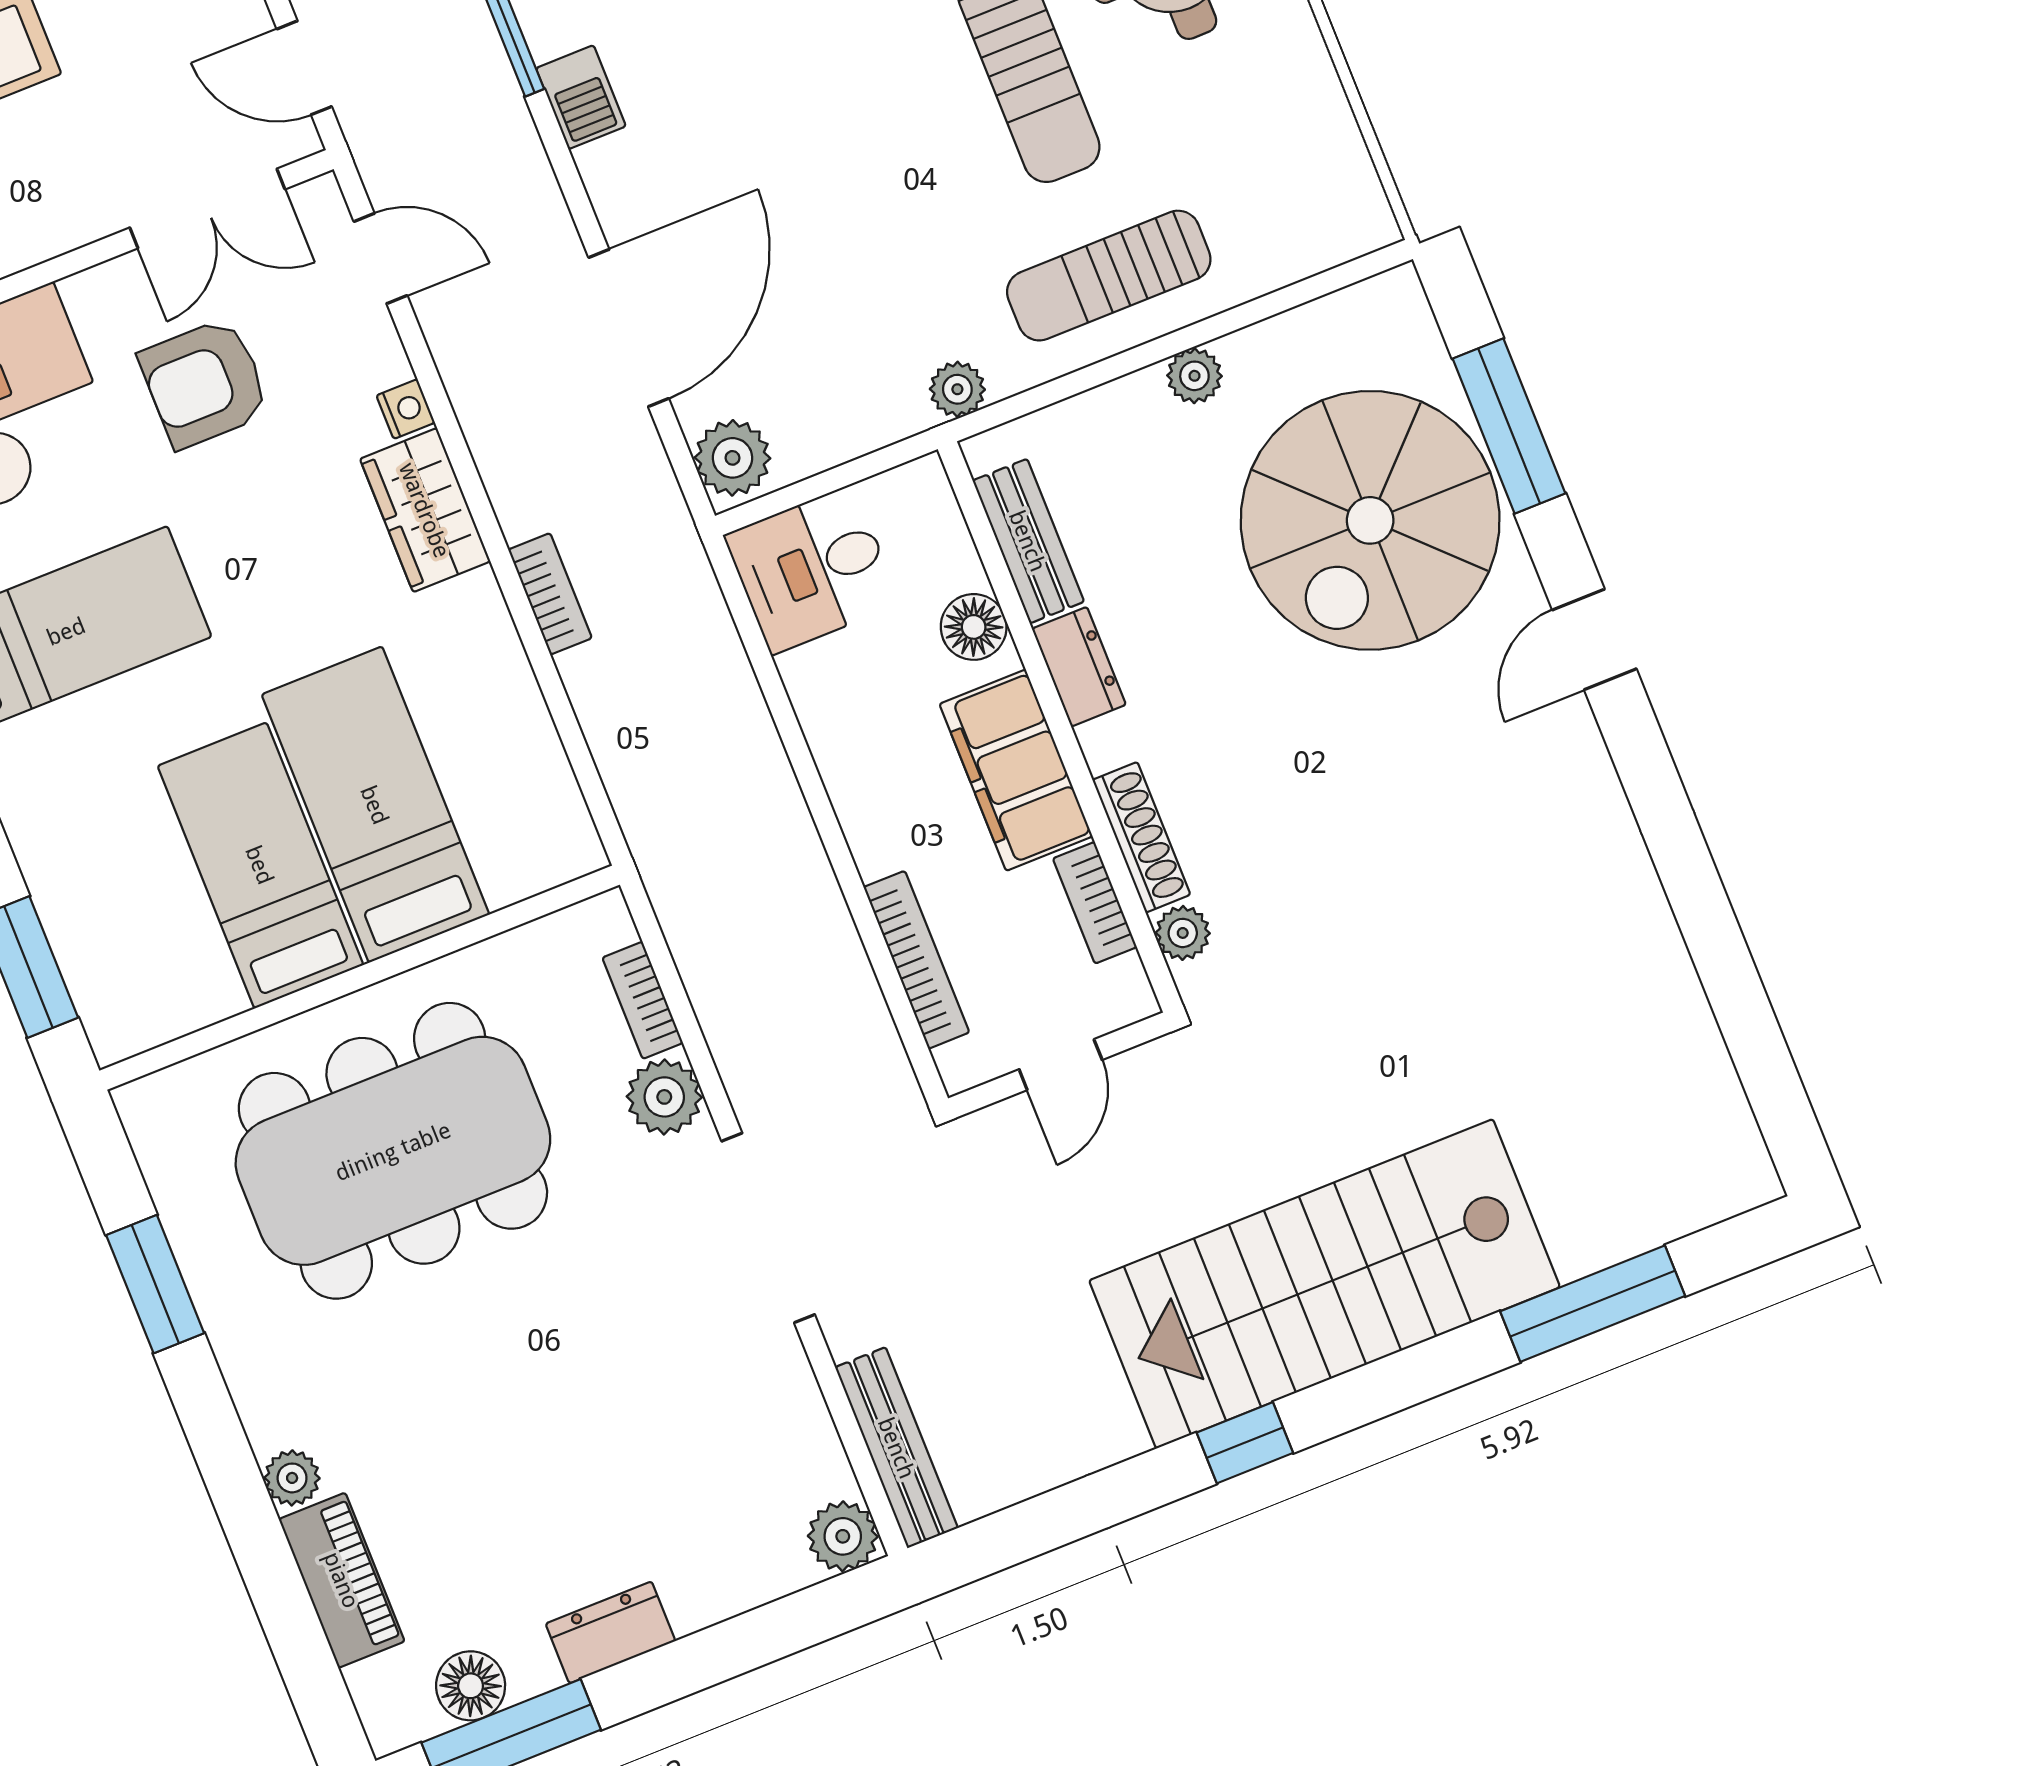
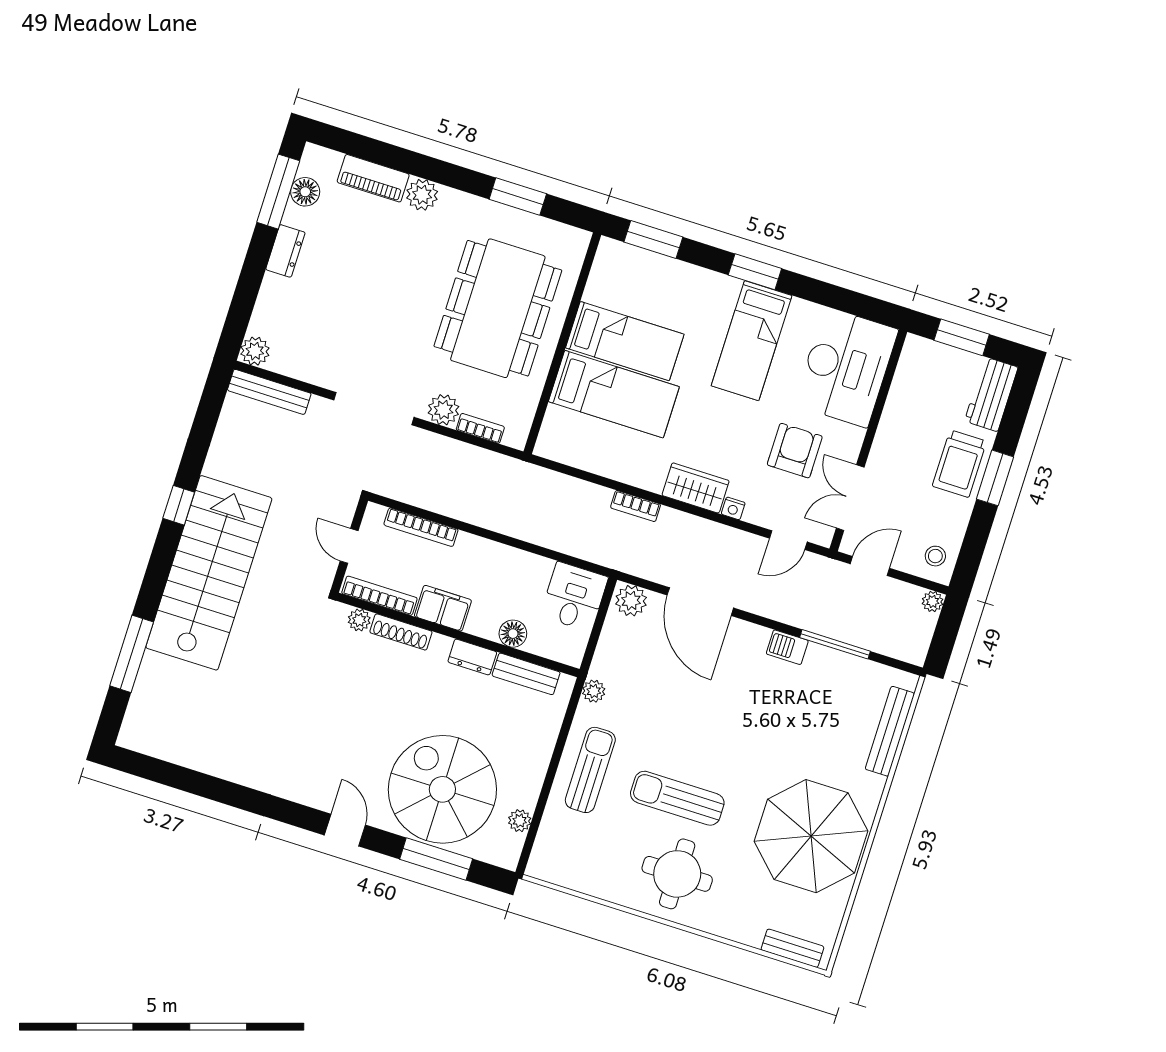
plant: (1194, 376) -> (520, 821), moved
filing cabinet: (1016, 770) -> (443, 608), width x0.67, depth x0.86
bookcase: (1095, 903) -> (379, 596), width x1.56
plant: (292, 1478) -> (422, 195), width x1.38, depth x1.38

